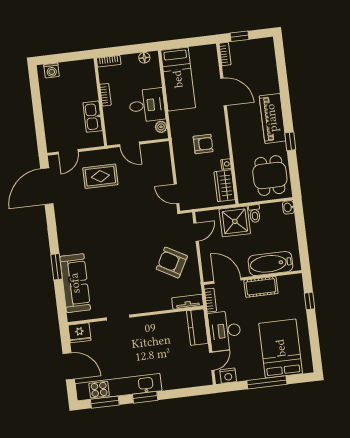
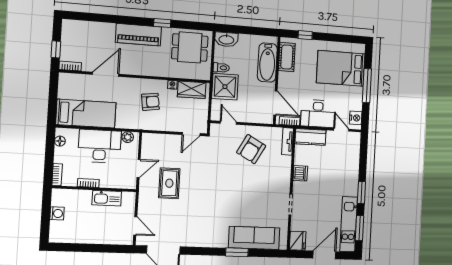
washing machine: (52, 70) -> (57, 213), moved
desk: (147, 105) -> (100, 146), width x1.37
armchair: (203, 144) -> (150, 102), turned 82
rug: (100, 176) -> (169, 183), moved
washbasin: (288, 207) -> (226, 39), width x1.91, depth x1.45
door: (227, 281) -> (275, 103), swing flipped
cot: (261, 287) -> (287, 57), moved
dishwasher: (155, 323) -> (300, 173), added
kitchen unit: (119, 387) -> (349, 224), width x0.73

